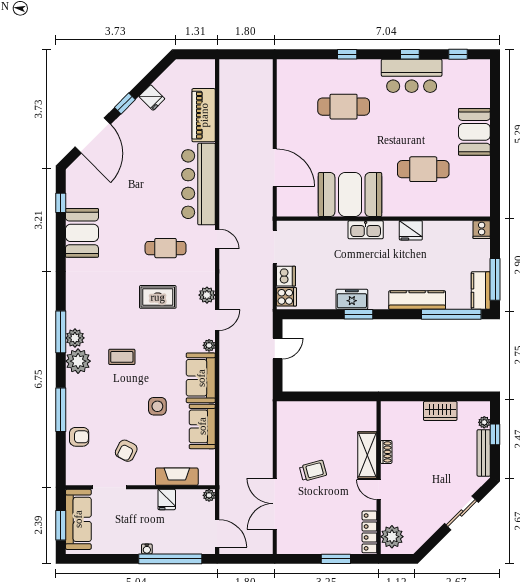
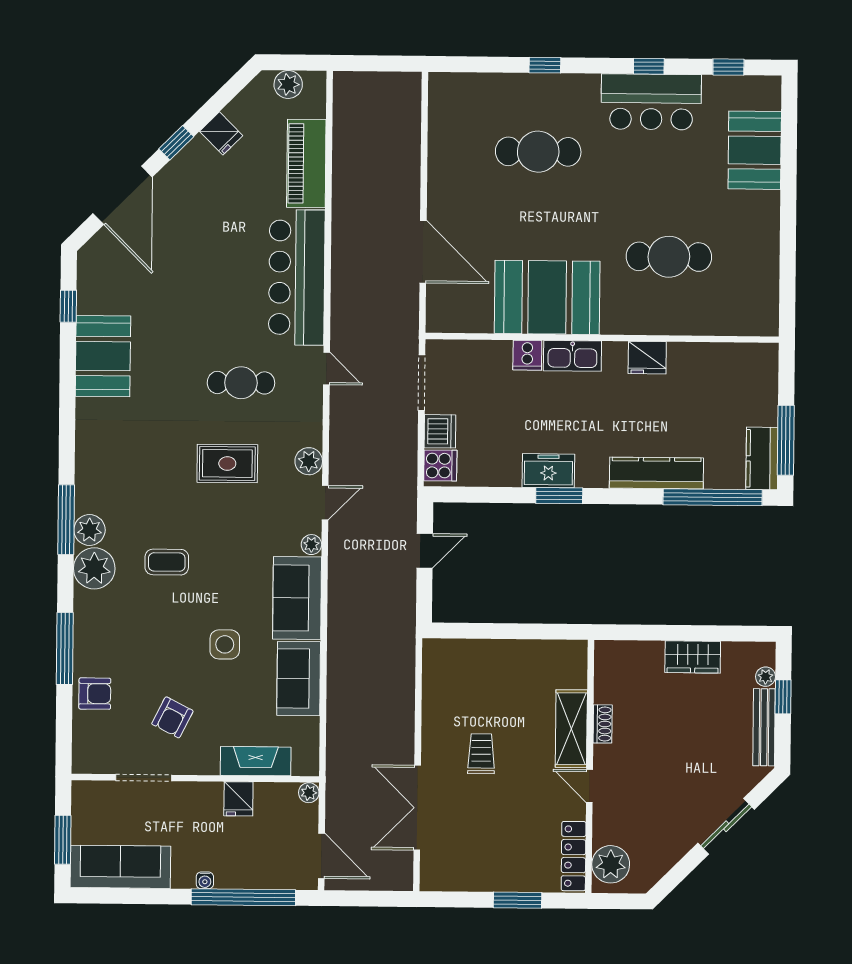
plant: (192, 68) -> (288, 84), added
booth: (474, 132) -> (755, 150), moved
cooker: (482, 230) -> (527, 355), moved
trolley: (313, 471) -> (481, 754), turned -75
sofa: (78, 519) -> (120, 867), moved, turned -90

